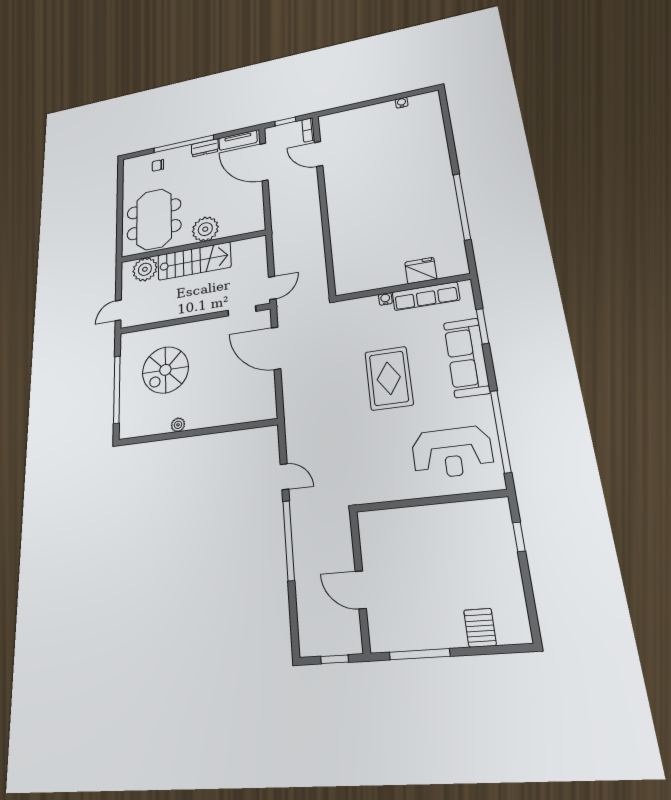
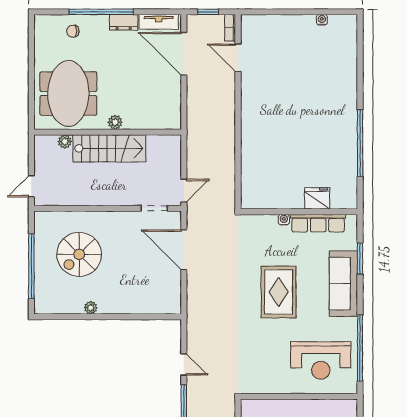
plant: (205, 229) -> (115, 122), width x0.53, depth x0.53
plant: (145, 269) -> (65, 141), width x0.53, depth x0.53

